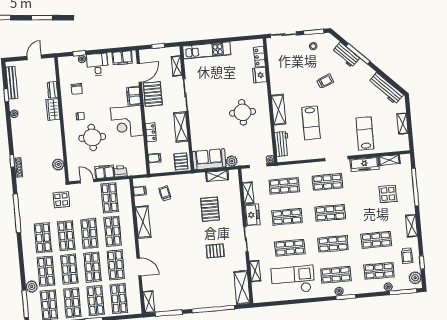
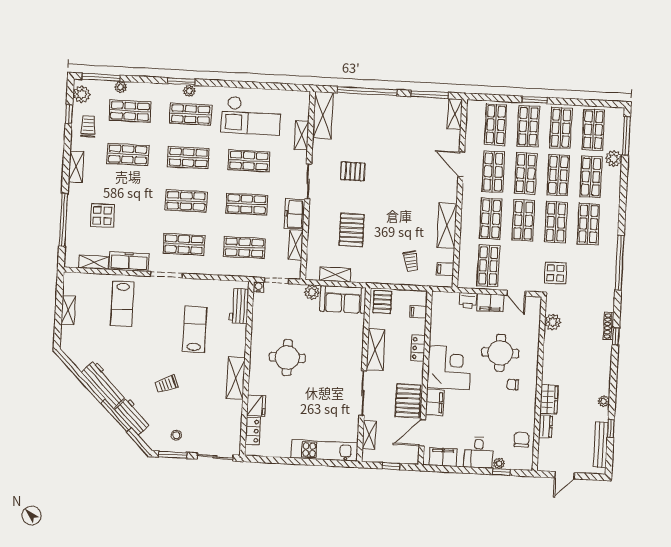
workbench: (386, 88) -> (104, 384), moved
chair: (77, 89) -> (522, 440), moved
shelving: (278, 110) -> (236, 378), moved

